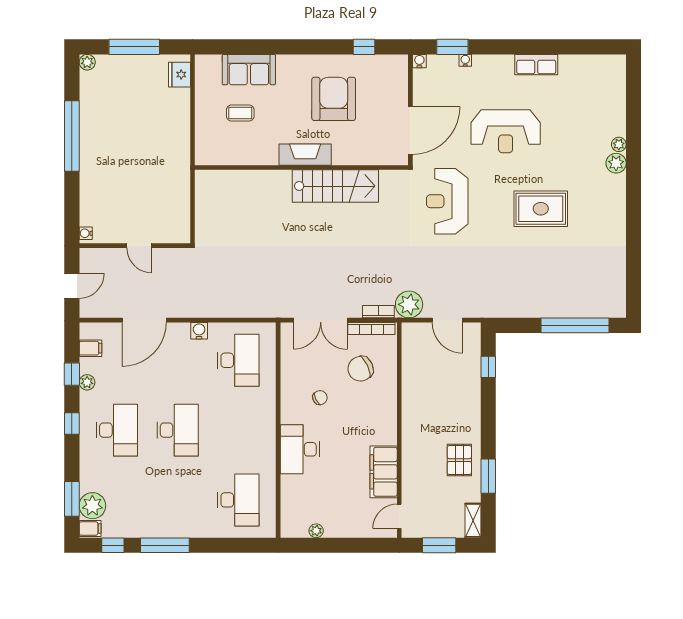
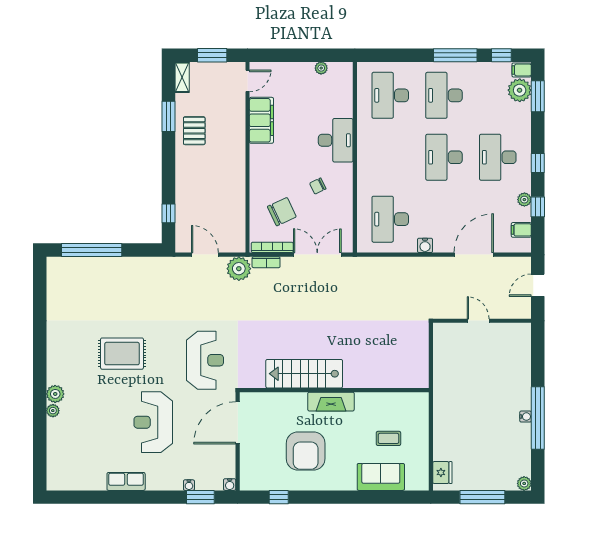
reception desk: (506, 131) -> (153, 422), turned -90
water cooler: (86, 233) -> (526, 417), moved
desk: (178, 500) -> (444, 95), added

